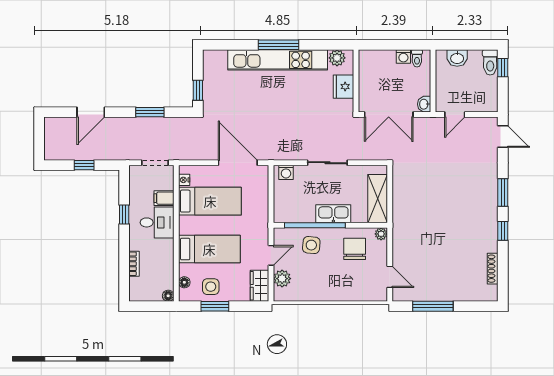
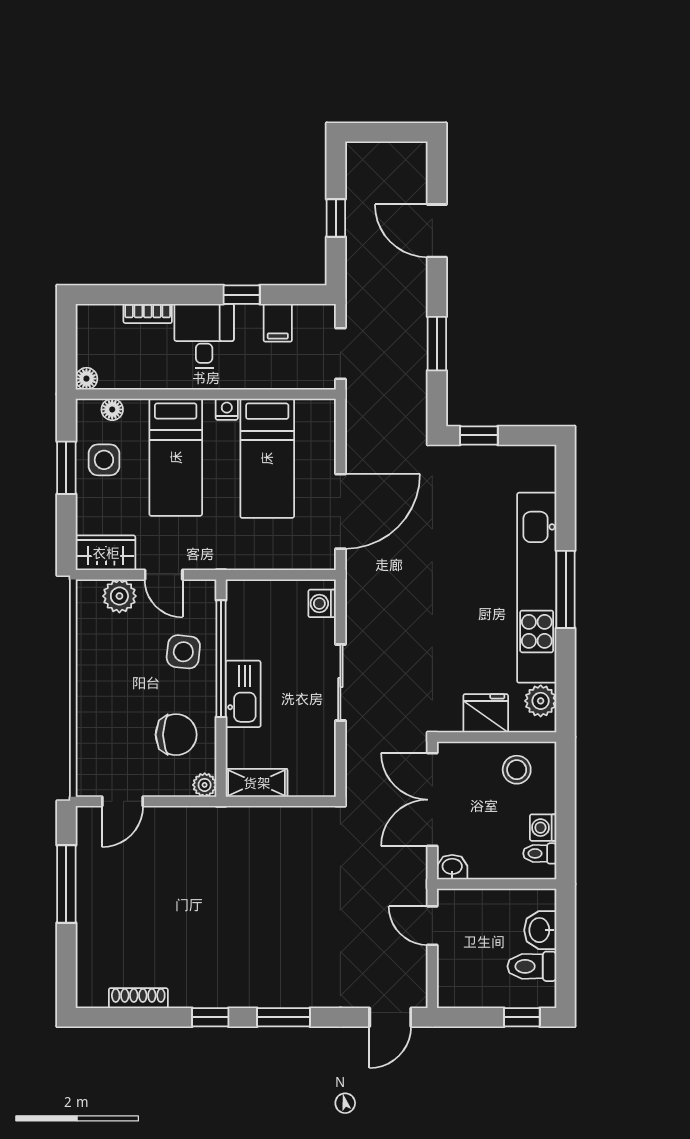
toilet: (490, 62) -> (532, 966), moved
stool: (373, 70) -> (517, 770), added
nightstand: (184, 180) -> (227, 409), moved
filing cabinet: (164, 198) -> (278, 323), moved, turned 180
shelving: (378, 199) -> (257, 783), width x0.67, depth x0.75
desk: (157, 222) -> (204, 336), moved, turned 180

